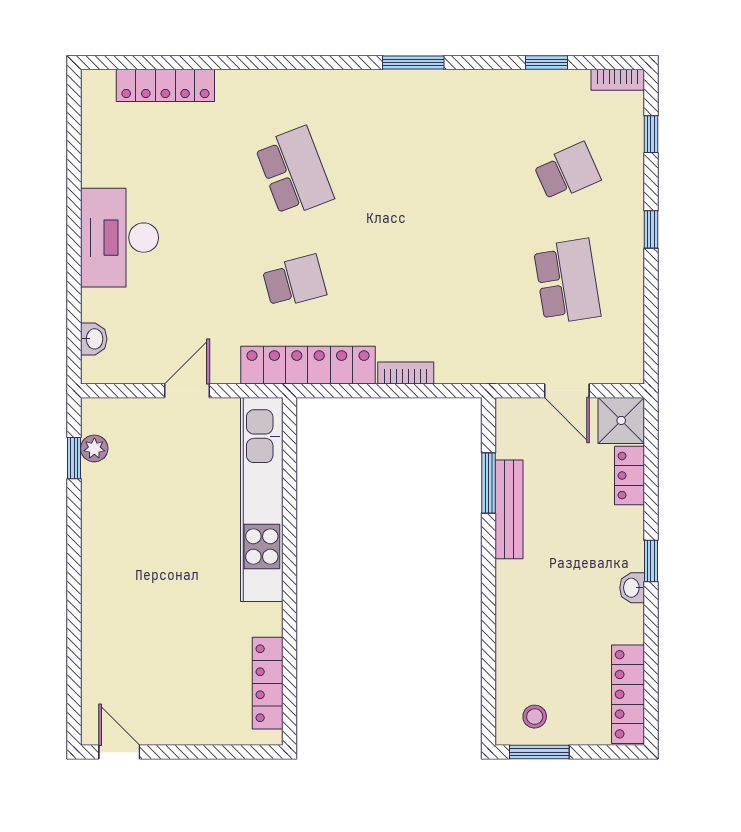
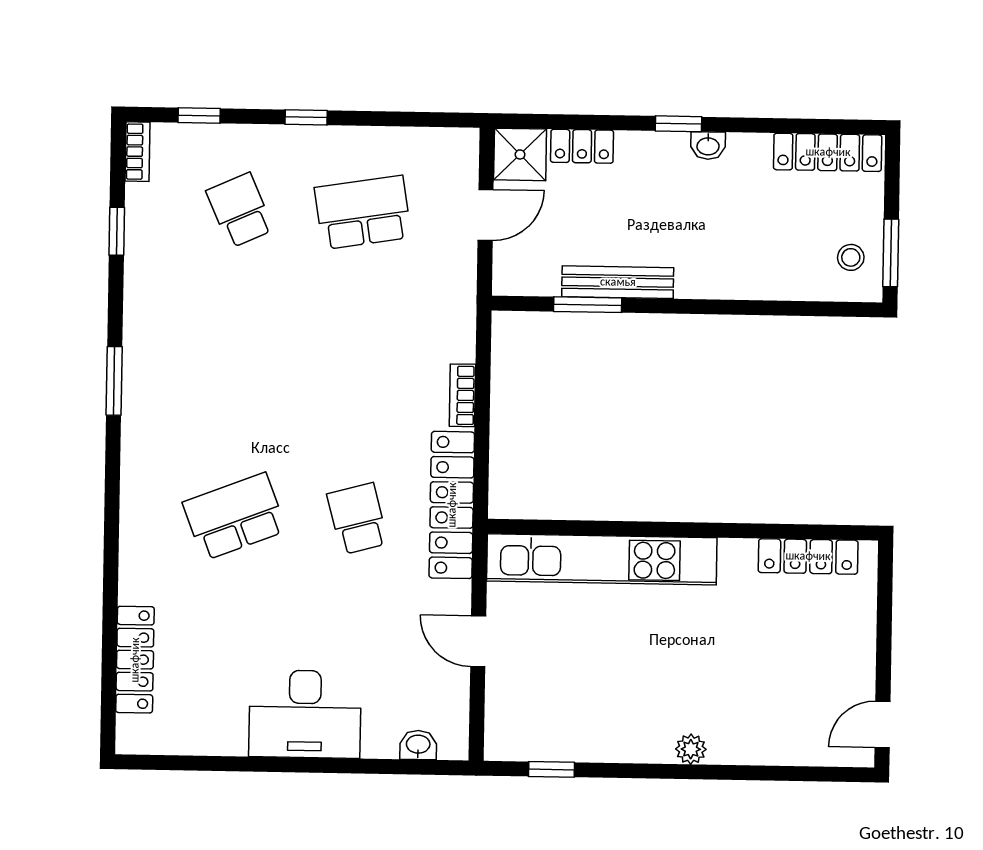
plant: (94, 448) -> (691, 749), moved

